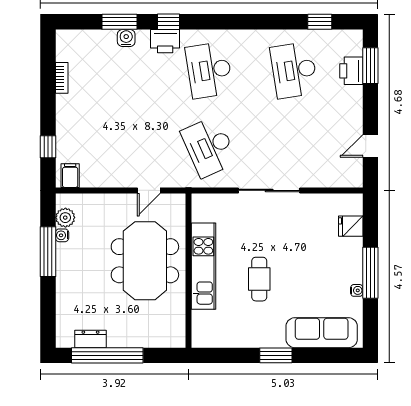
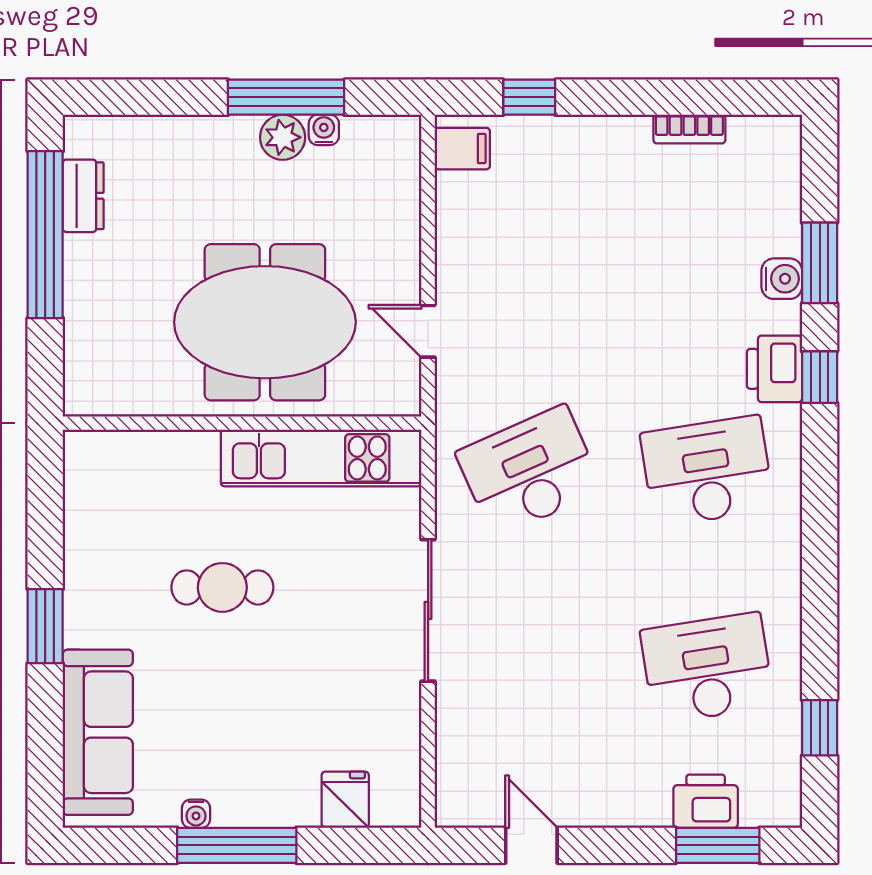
plant: (65, 218) -> (283, 137), moved
kitchen unit: (203, 266) -> (321, 458), moved

